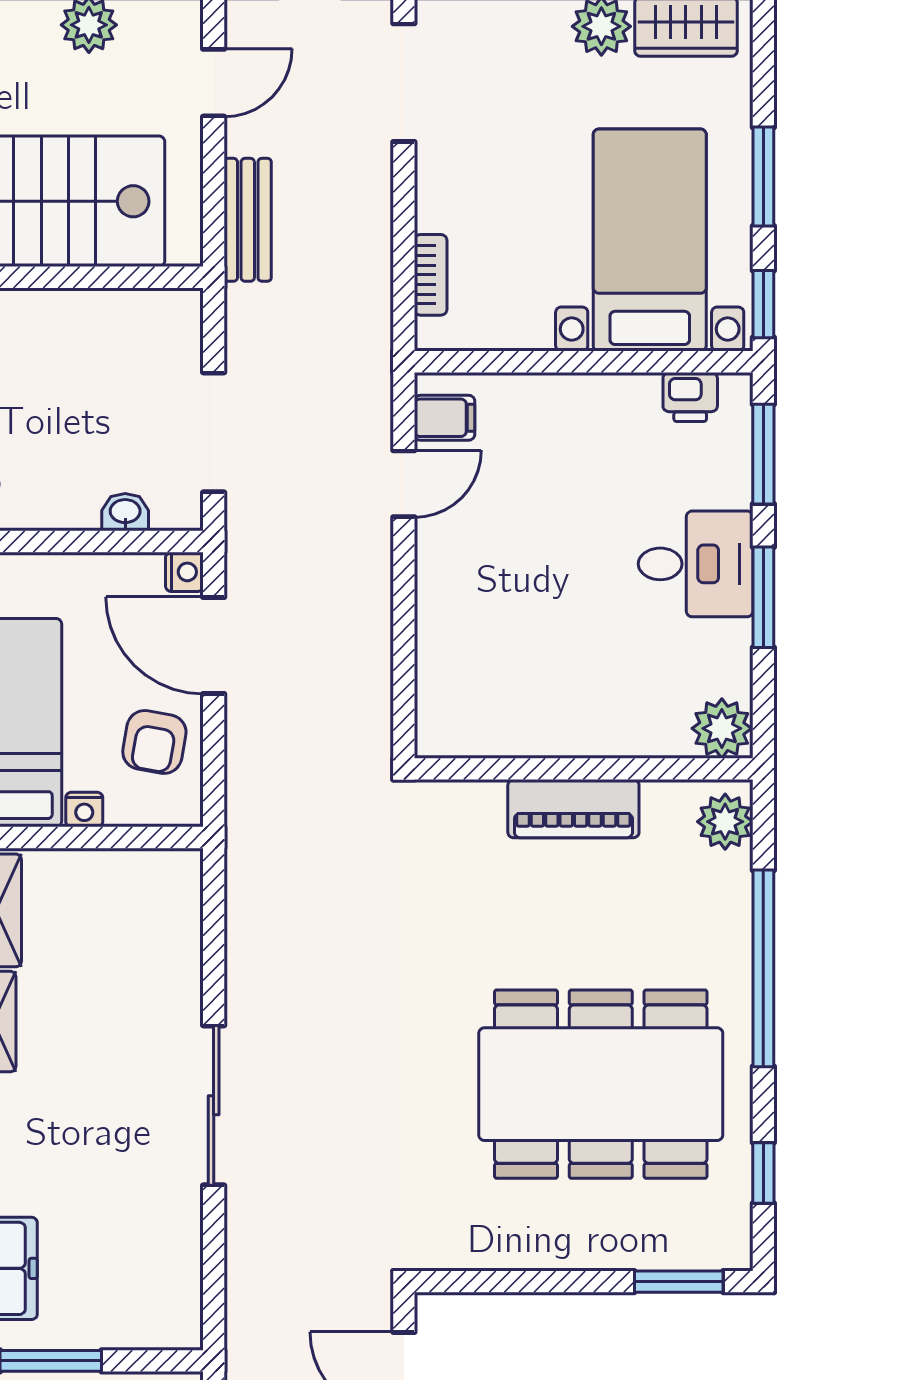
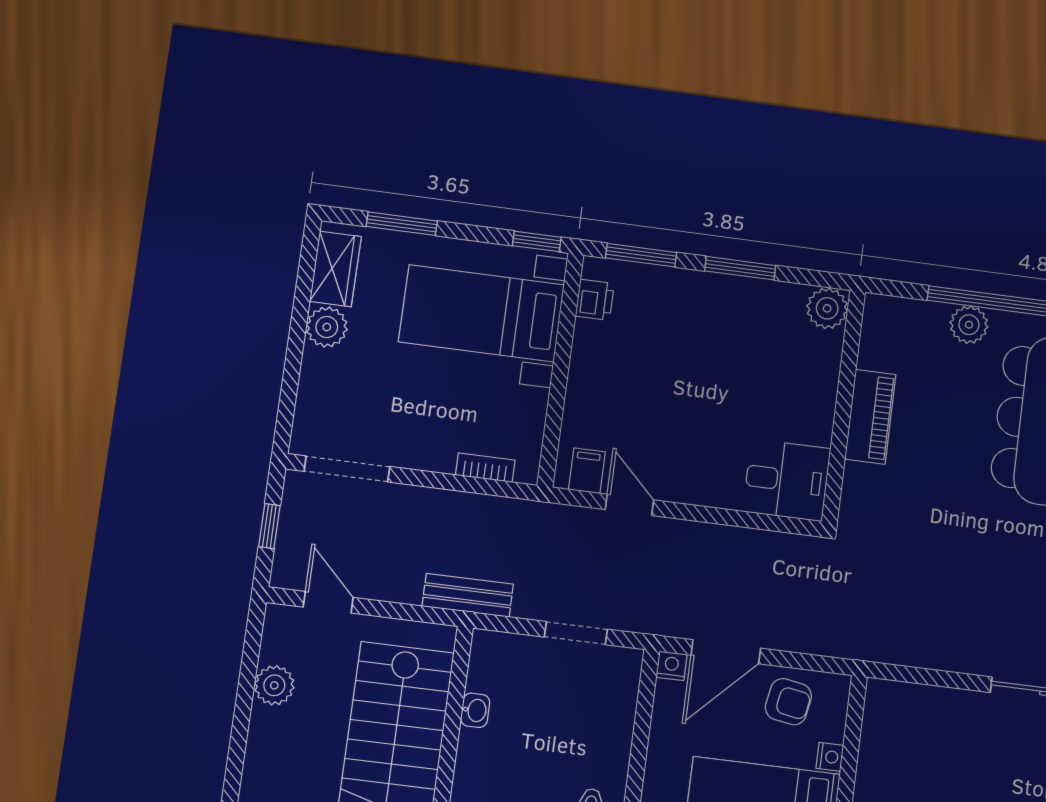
window: (763, 177) -> (402, 224), moved
bench: (248, 220) -> (468, 595), moved
doorway: (214, 432) -> (576, 633), width x0.73
washbasin: (125, 512) -> (475, 710), moved, turned 180
desk: (696, 564) -> (787, 480), moved, turned 90
plant: (725, 822) -> (969, 325), moved

